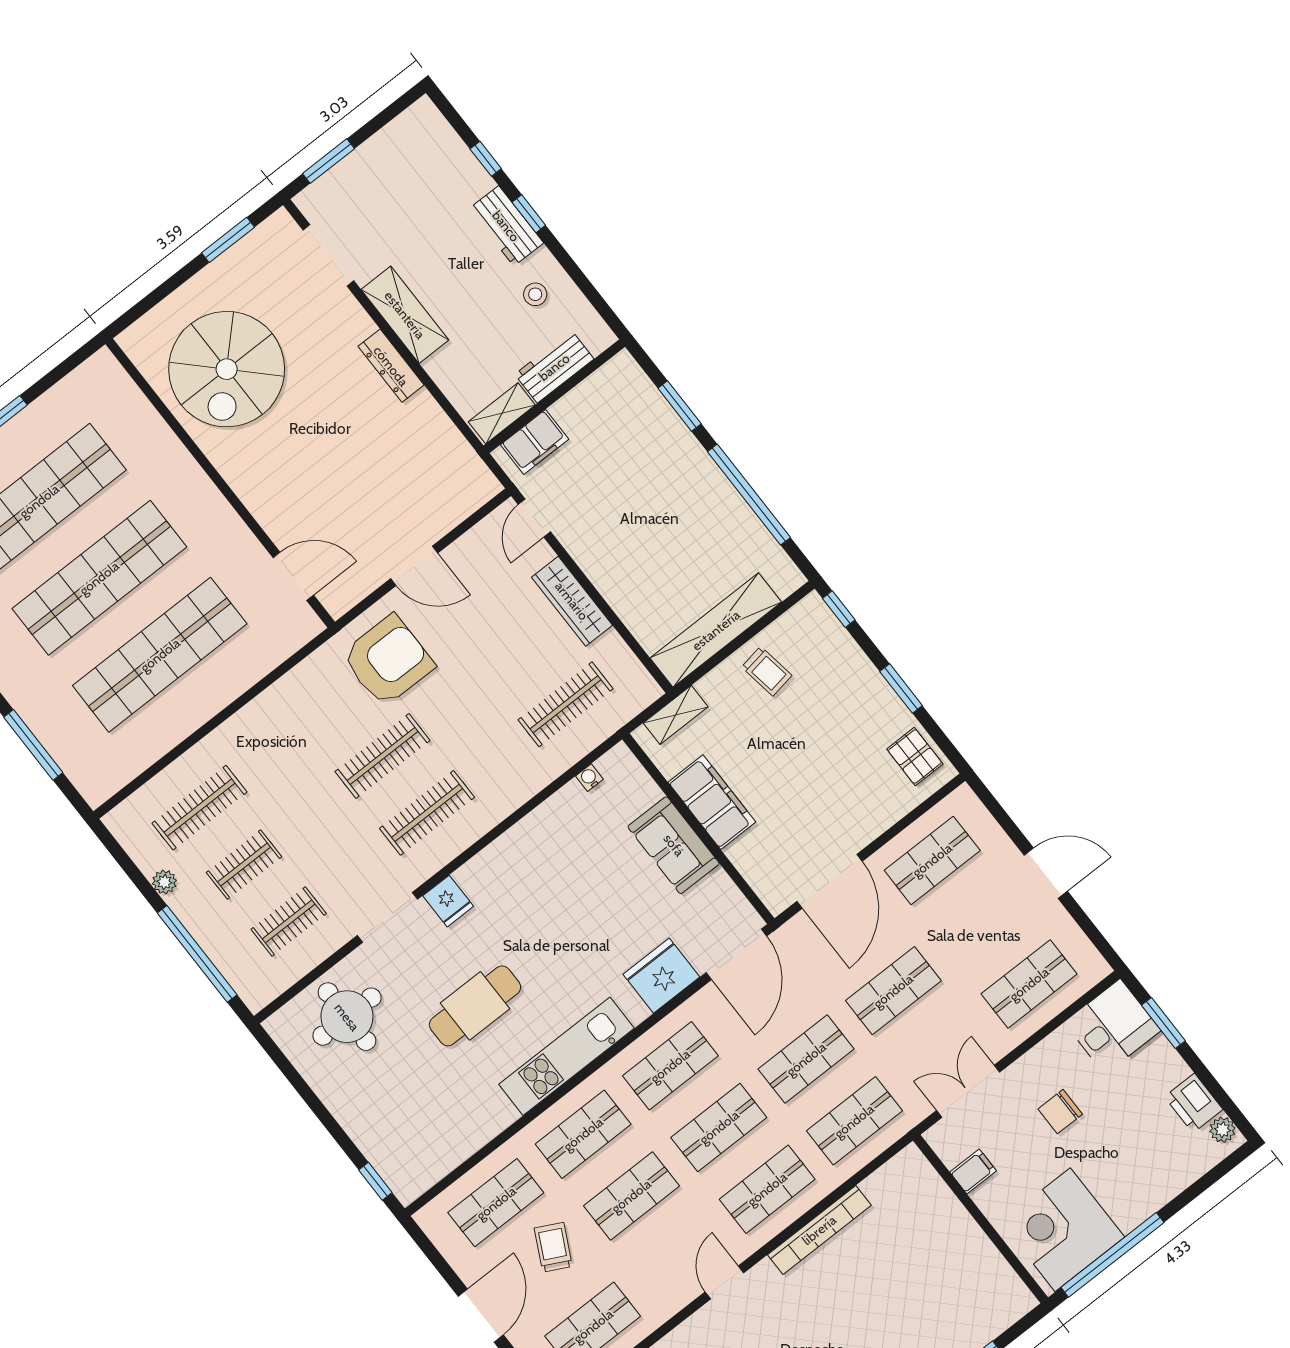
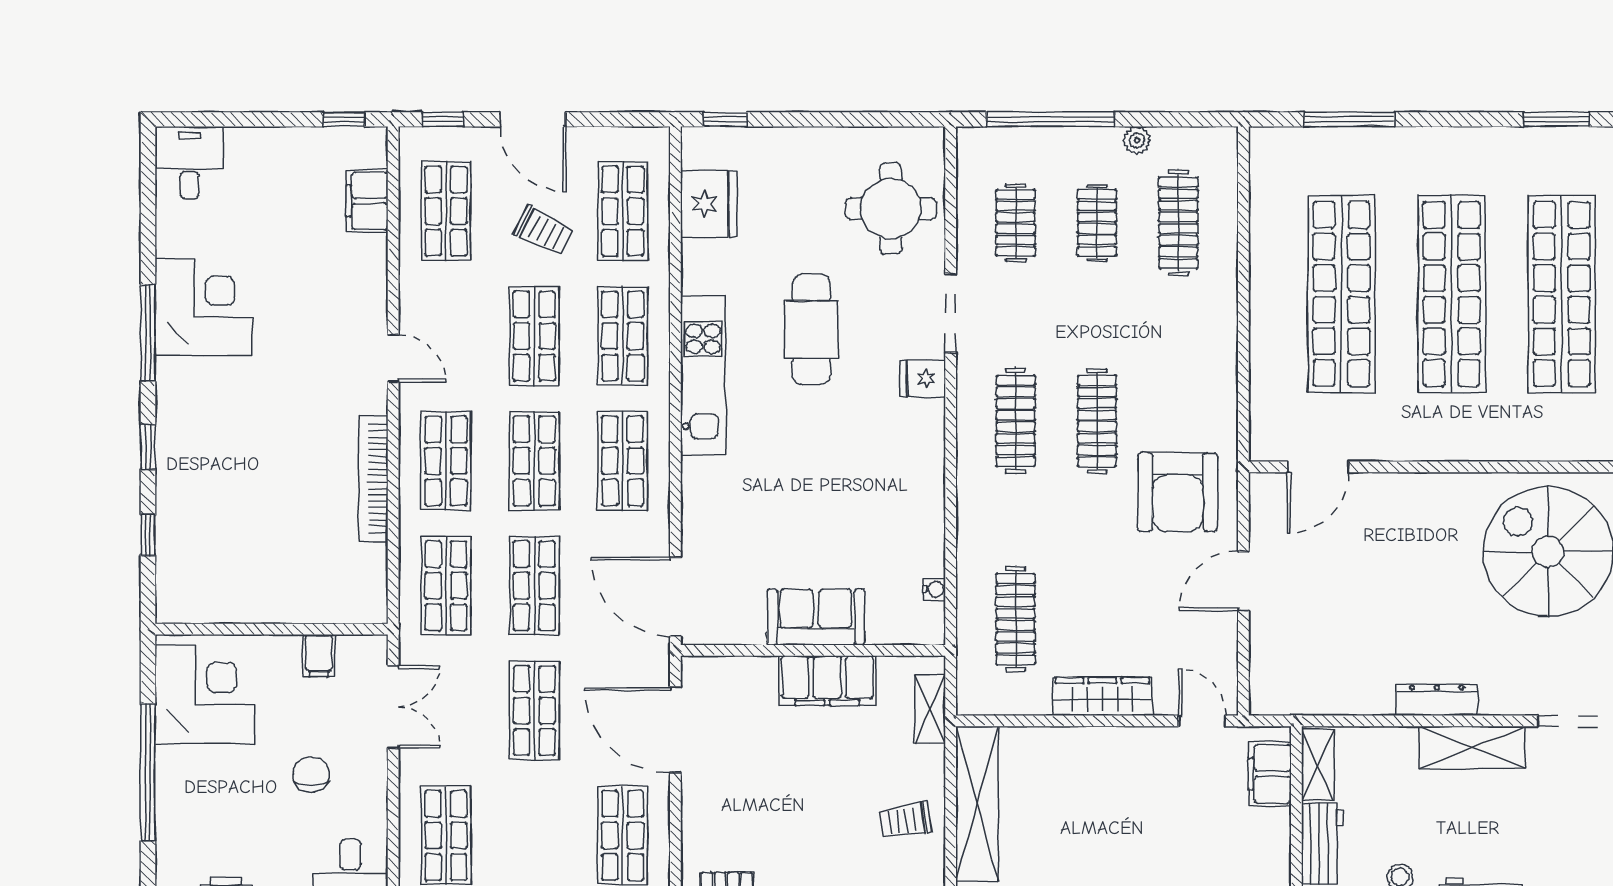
fridge: (661, 976) -> (709, 204), moved
window: (1112, 1255) -> (148, 772), moved

